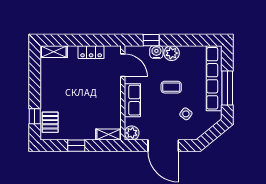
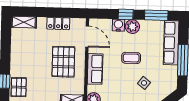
window: (151, 40) -> (126, 14), moved
window: (197, 40) -> (156, 15), added
row of seats: (214, 78) -> (171, 43), width x0.73
pallet: (98, 93) -> (63, 62), added

